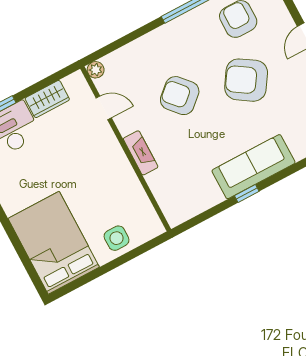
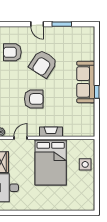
armchair: (180, 96) -> (34, 99), turned -138
bed: (54, 243) -> (51, 162), moved, turned -90

